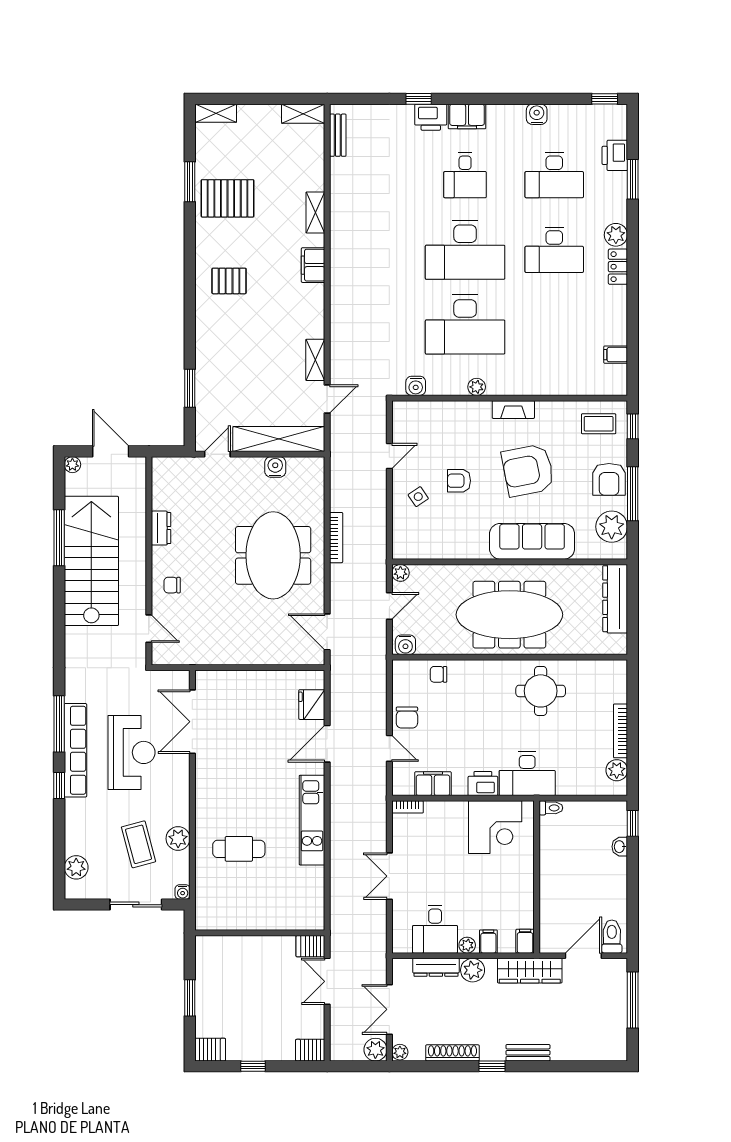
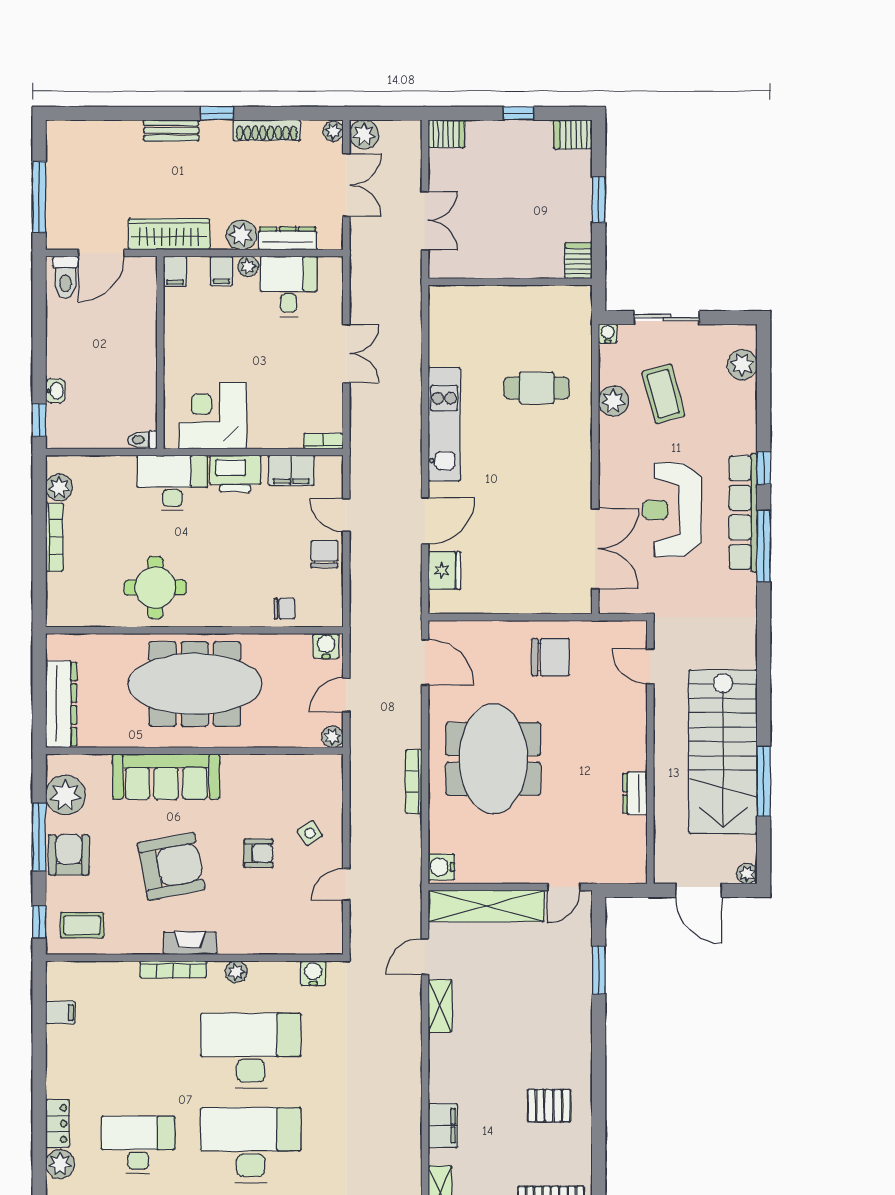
bookcase: (526, 389) -> (173, 969), added
water cooler: (275, 467) -> (441, 867), moved, turned 90
chair: (172, 585) -> (550, 657), moved, width x1.87, depth x1.87
printer: (483, 784) -> (235, 474), width x1.37, depth x1.19
server rack: (310, 946) -> (578, 261), moved, turned -90

